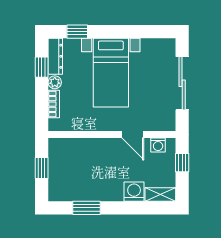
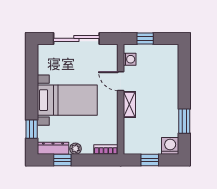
bookcase: (54, 104) -> (106, 150), moved
door: (133, 134) -> (121, 81), swing flipped
washing machine: (134, 192) -> (170, 146), moved, turned 90
shelving: (160, 195) -> (129, 105), moved

